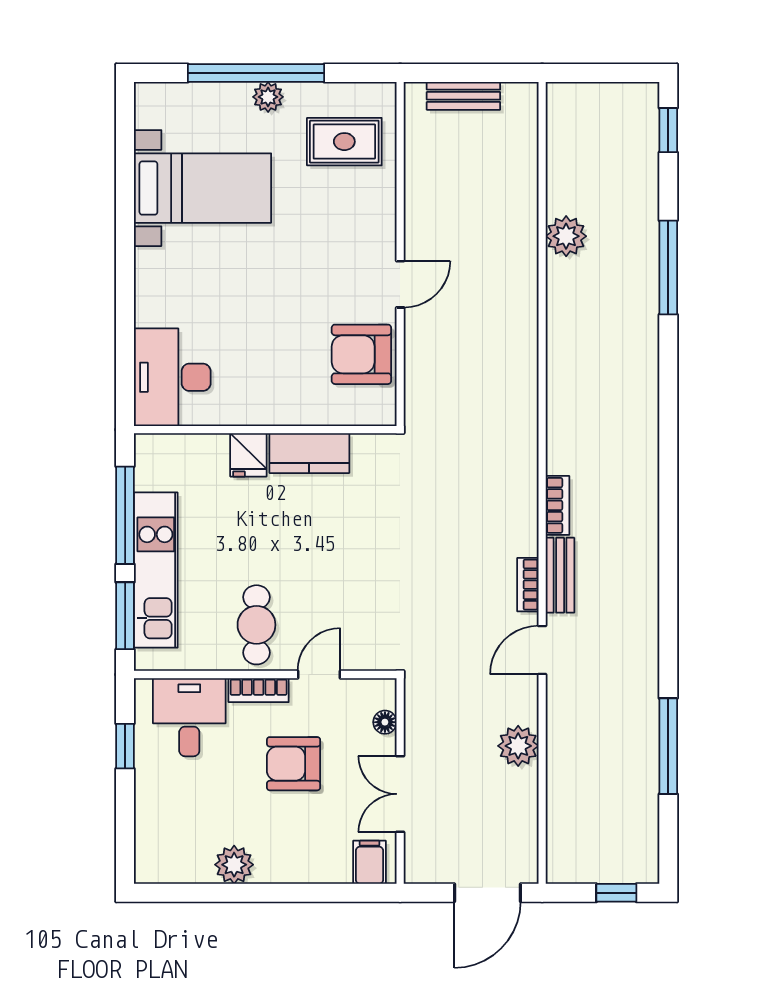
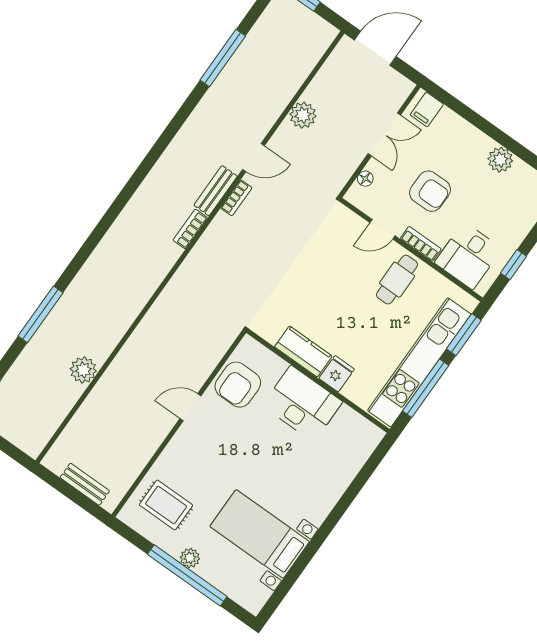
armchair: (361, 354) -> (238, 385), turned 90
desk: (172, 377) -> (302, 404), moved, turned -90
kitchen unit: (156, 570) -> (419, 362), width x1.36

